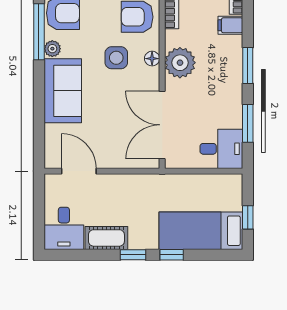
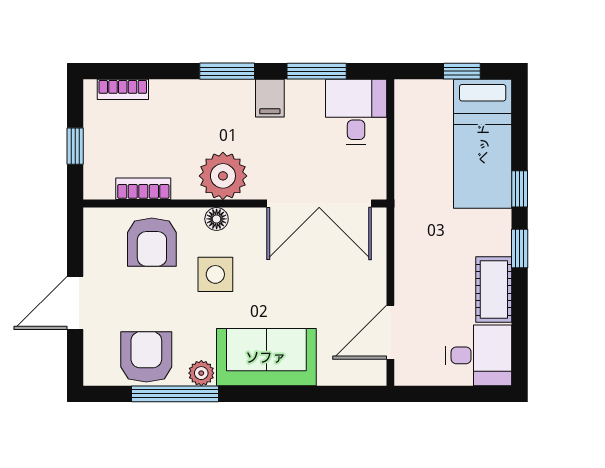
filing cabinet: (230, 25) -> (270, 98), moved

